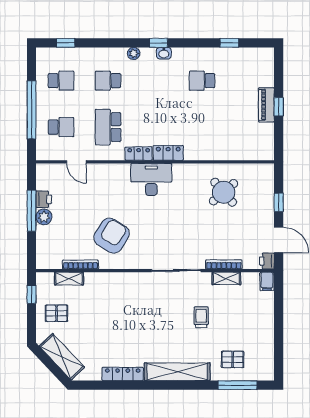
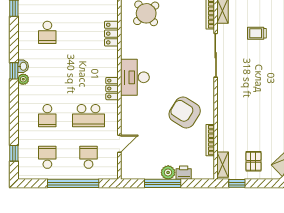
plant: (134, 53) -> (23, 79), moved
locker: (168, 153) -> (111, 34), moved
printer: (44, 199) -> (184, 173), moved
shelving: (69, 279) -> (223, 165), moved

